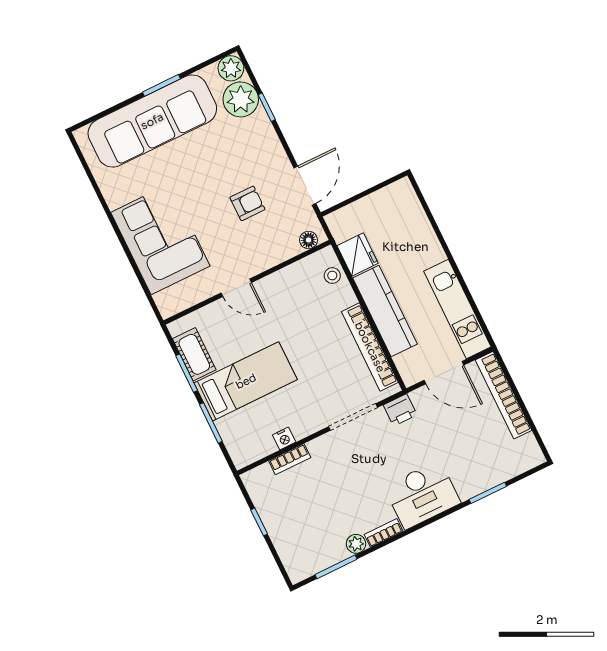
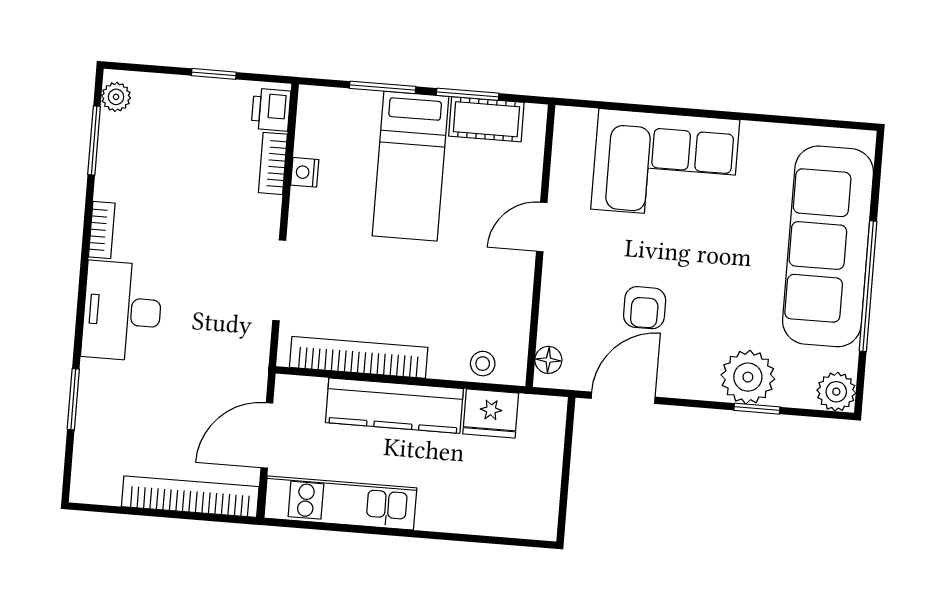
window: (161, 85) -> (868, 286), width x2.11
plant: (241, 99) -> (748, 377), moved
door: (305, 186) -> (623, 398), swing flipped
printer: (400, 410) -> (271, 110), moved
plant: (356, 544) -> (116, 97), moved

